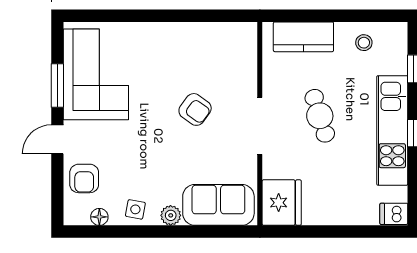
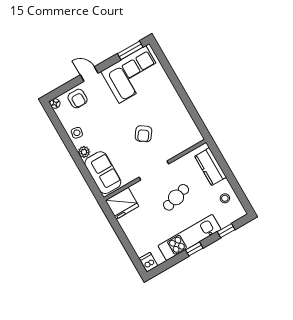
window: (57, 85) -> (130, 50), moved
armchair: (84, 178) -> (78, 99), turned -90
floor lamp: (99, 217) -> (55, 103), moved

